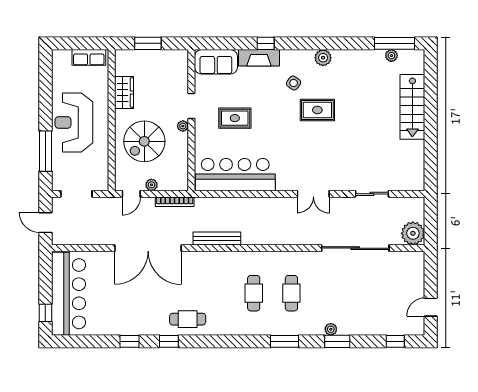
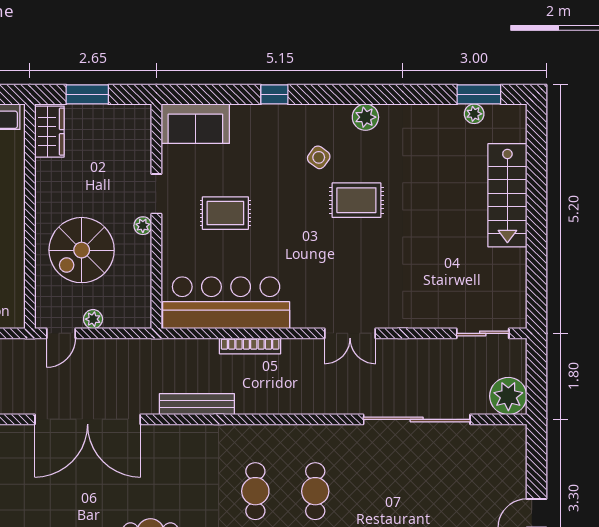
window: (395, 43) -> (479, 94), width x0.69
fireplace: (259, 58) -> (264, 117), removed
wardrobe: (124, 92) -> (49, 132), moved
sliding door: (372, 194) -> (483, 333), moved
bookcase: (175, 202) -> (250, 346), moved

